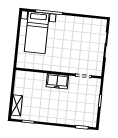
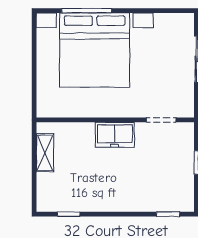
bed with nightstands: (37, 33) -> (95, 50), width x1.85
shelving: (17, 105) -> (45, 153), moved

